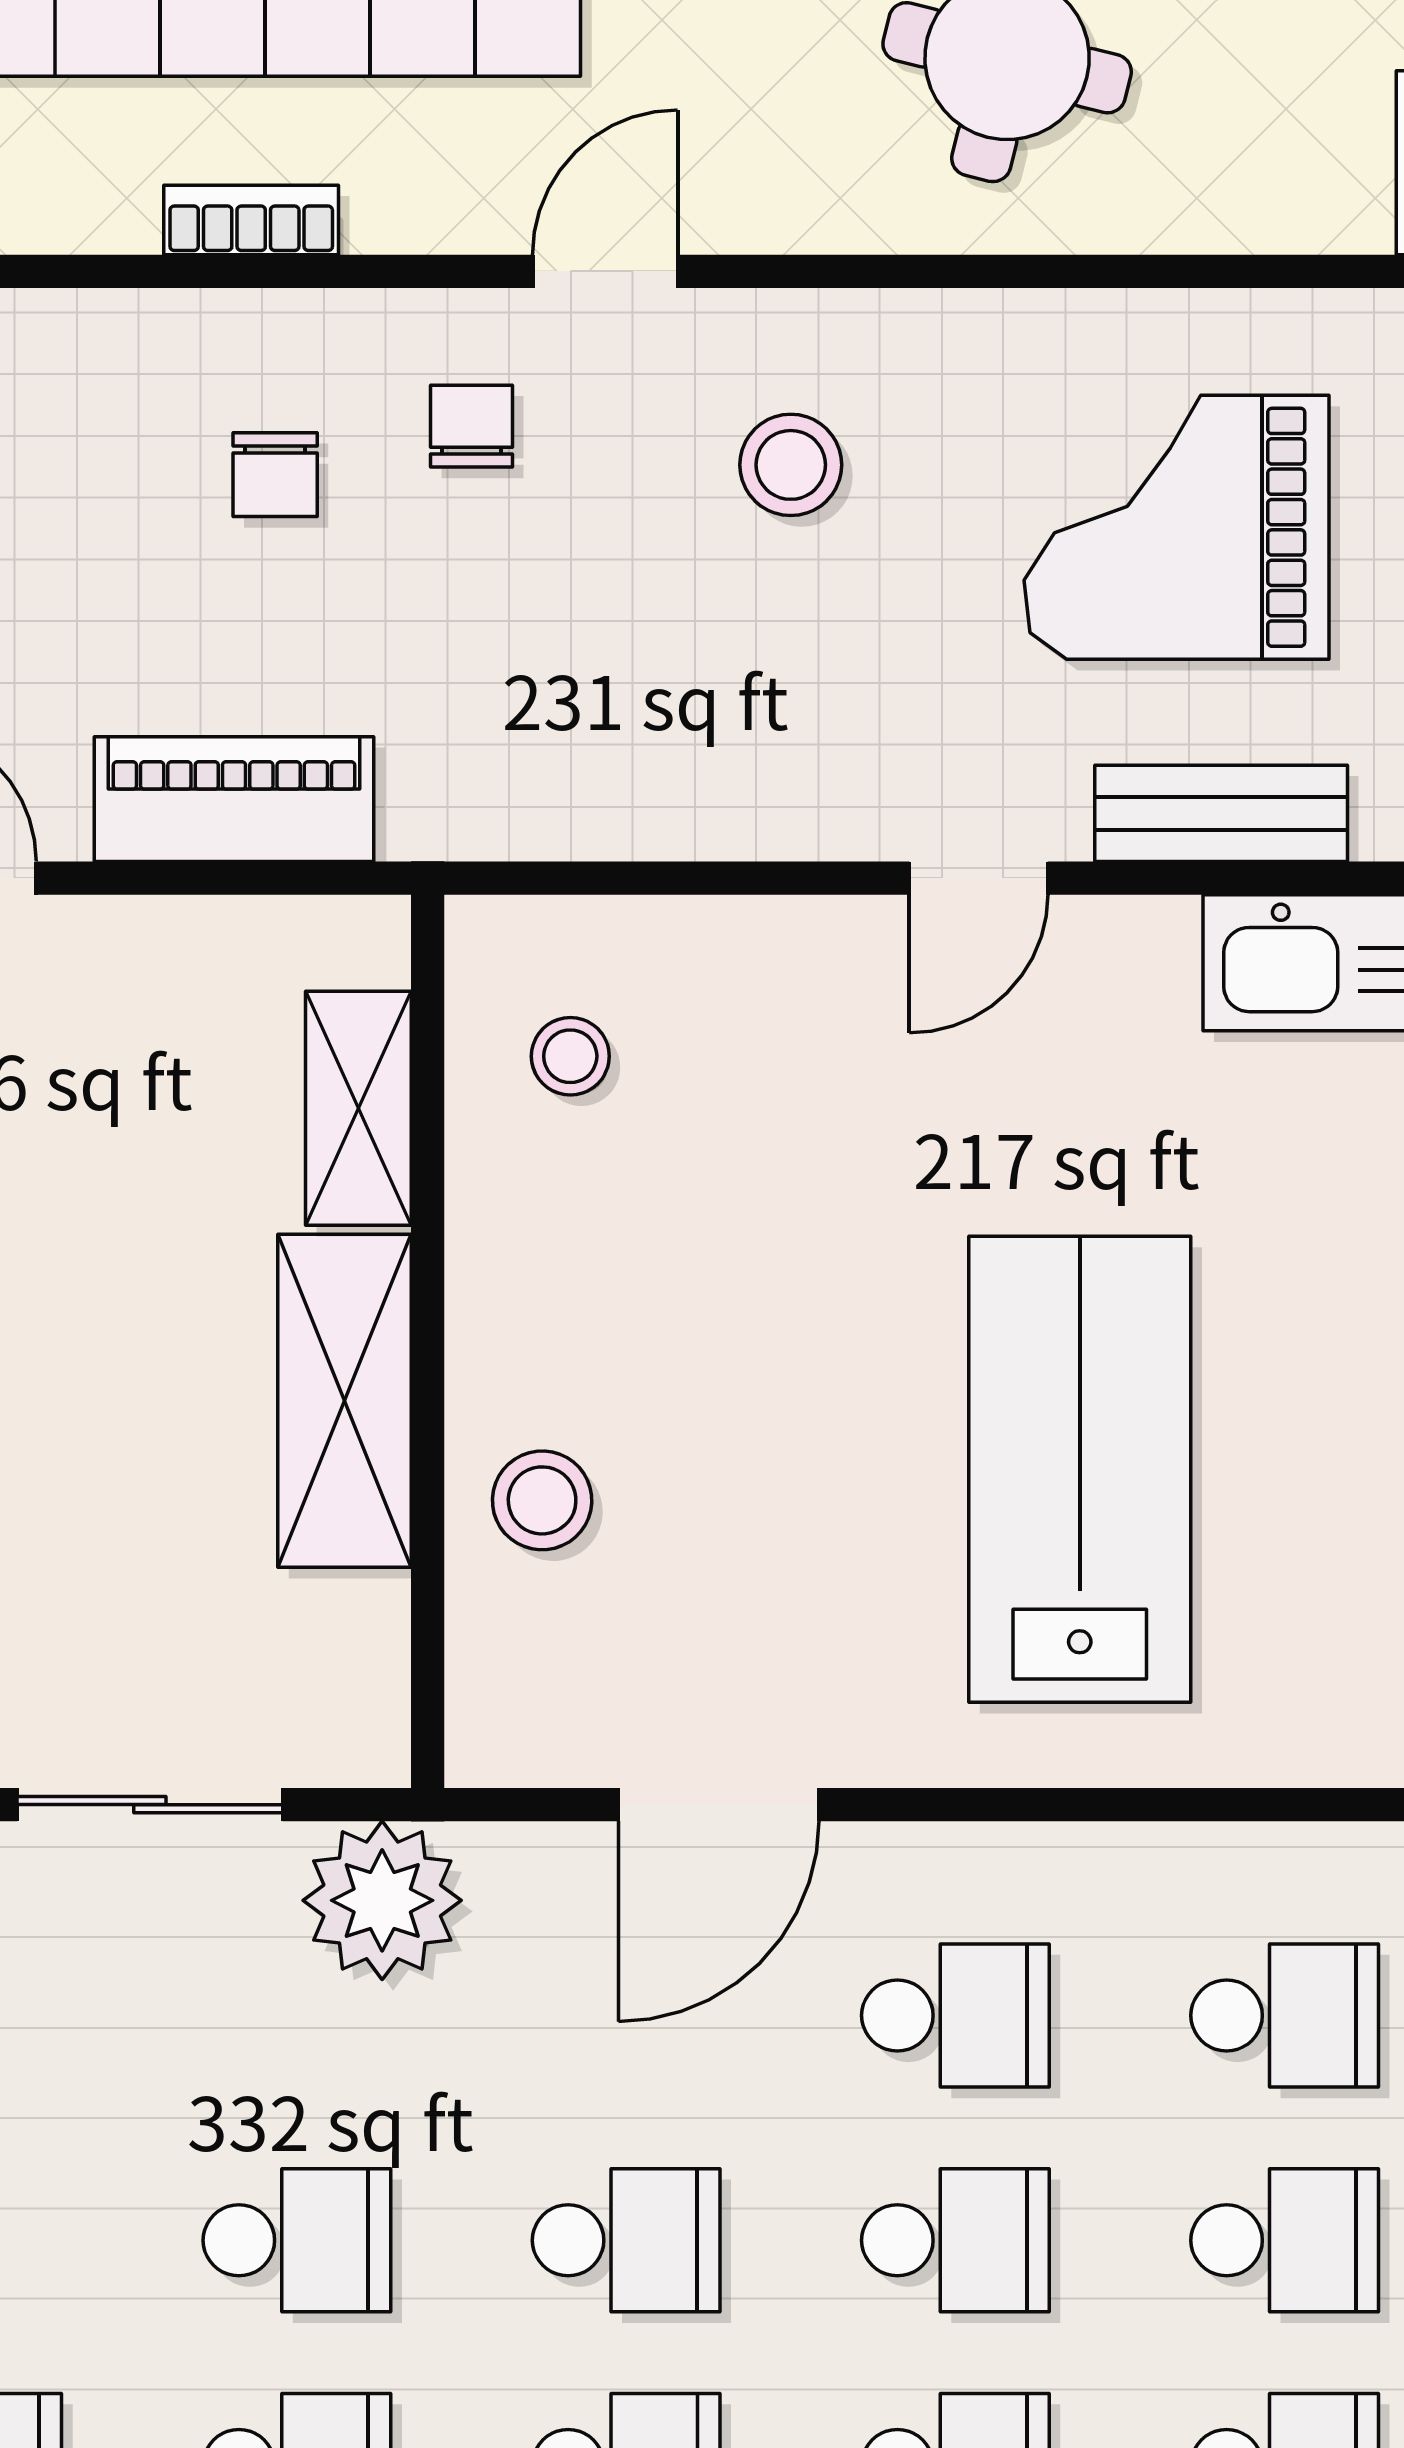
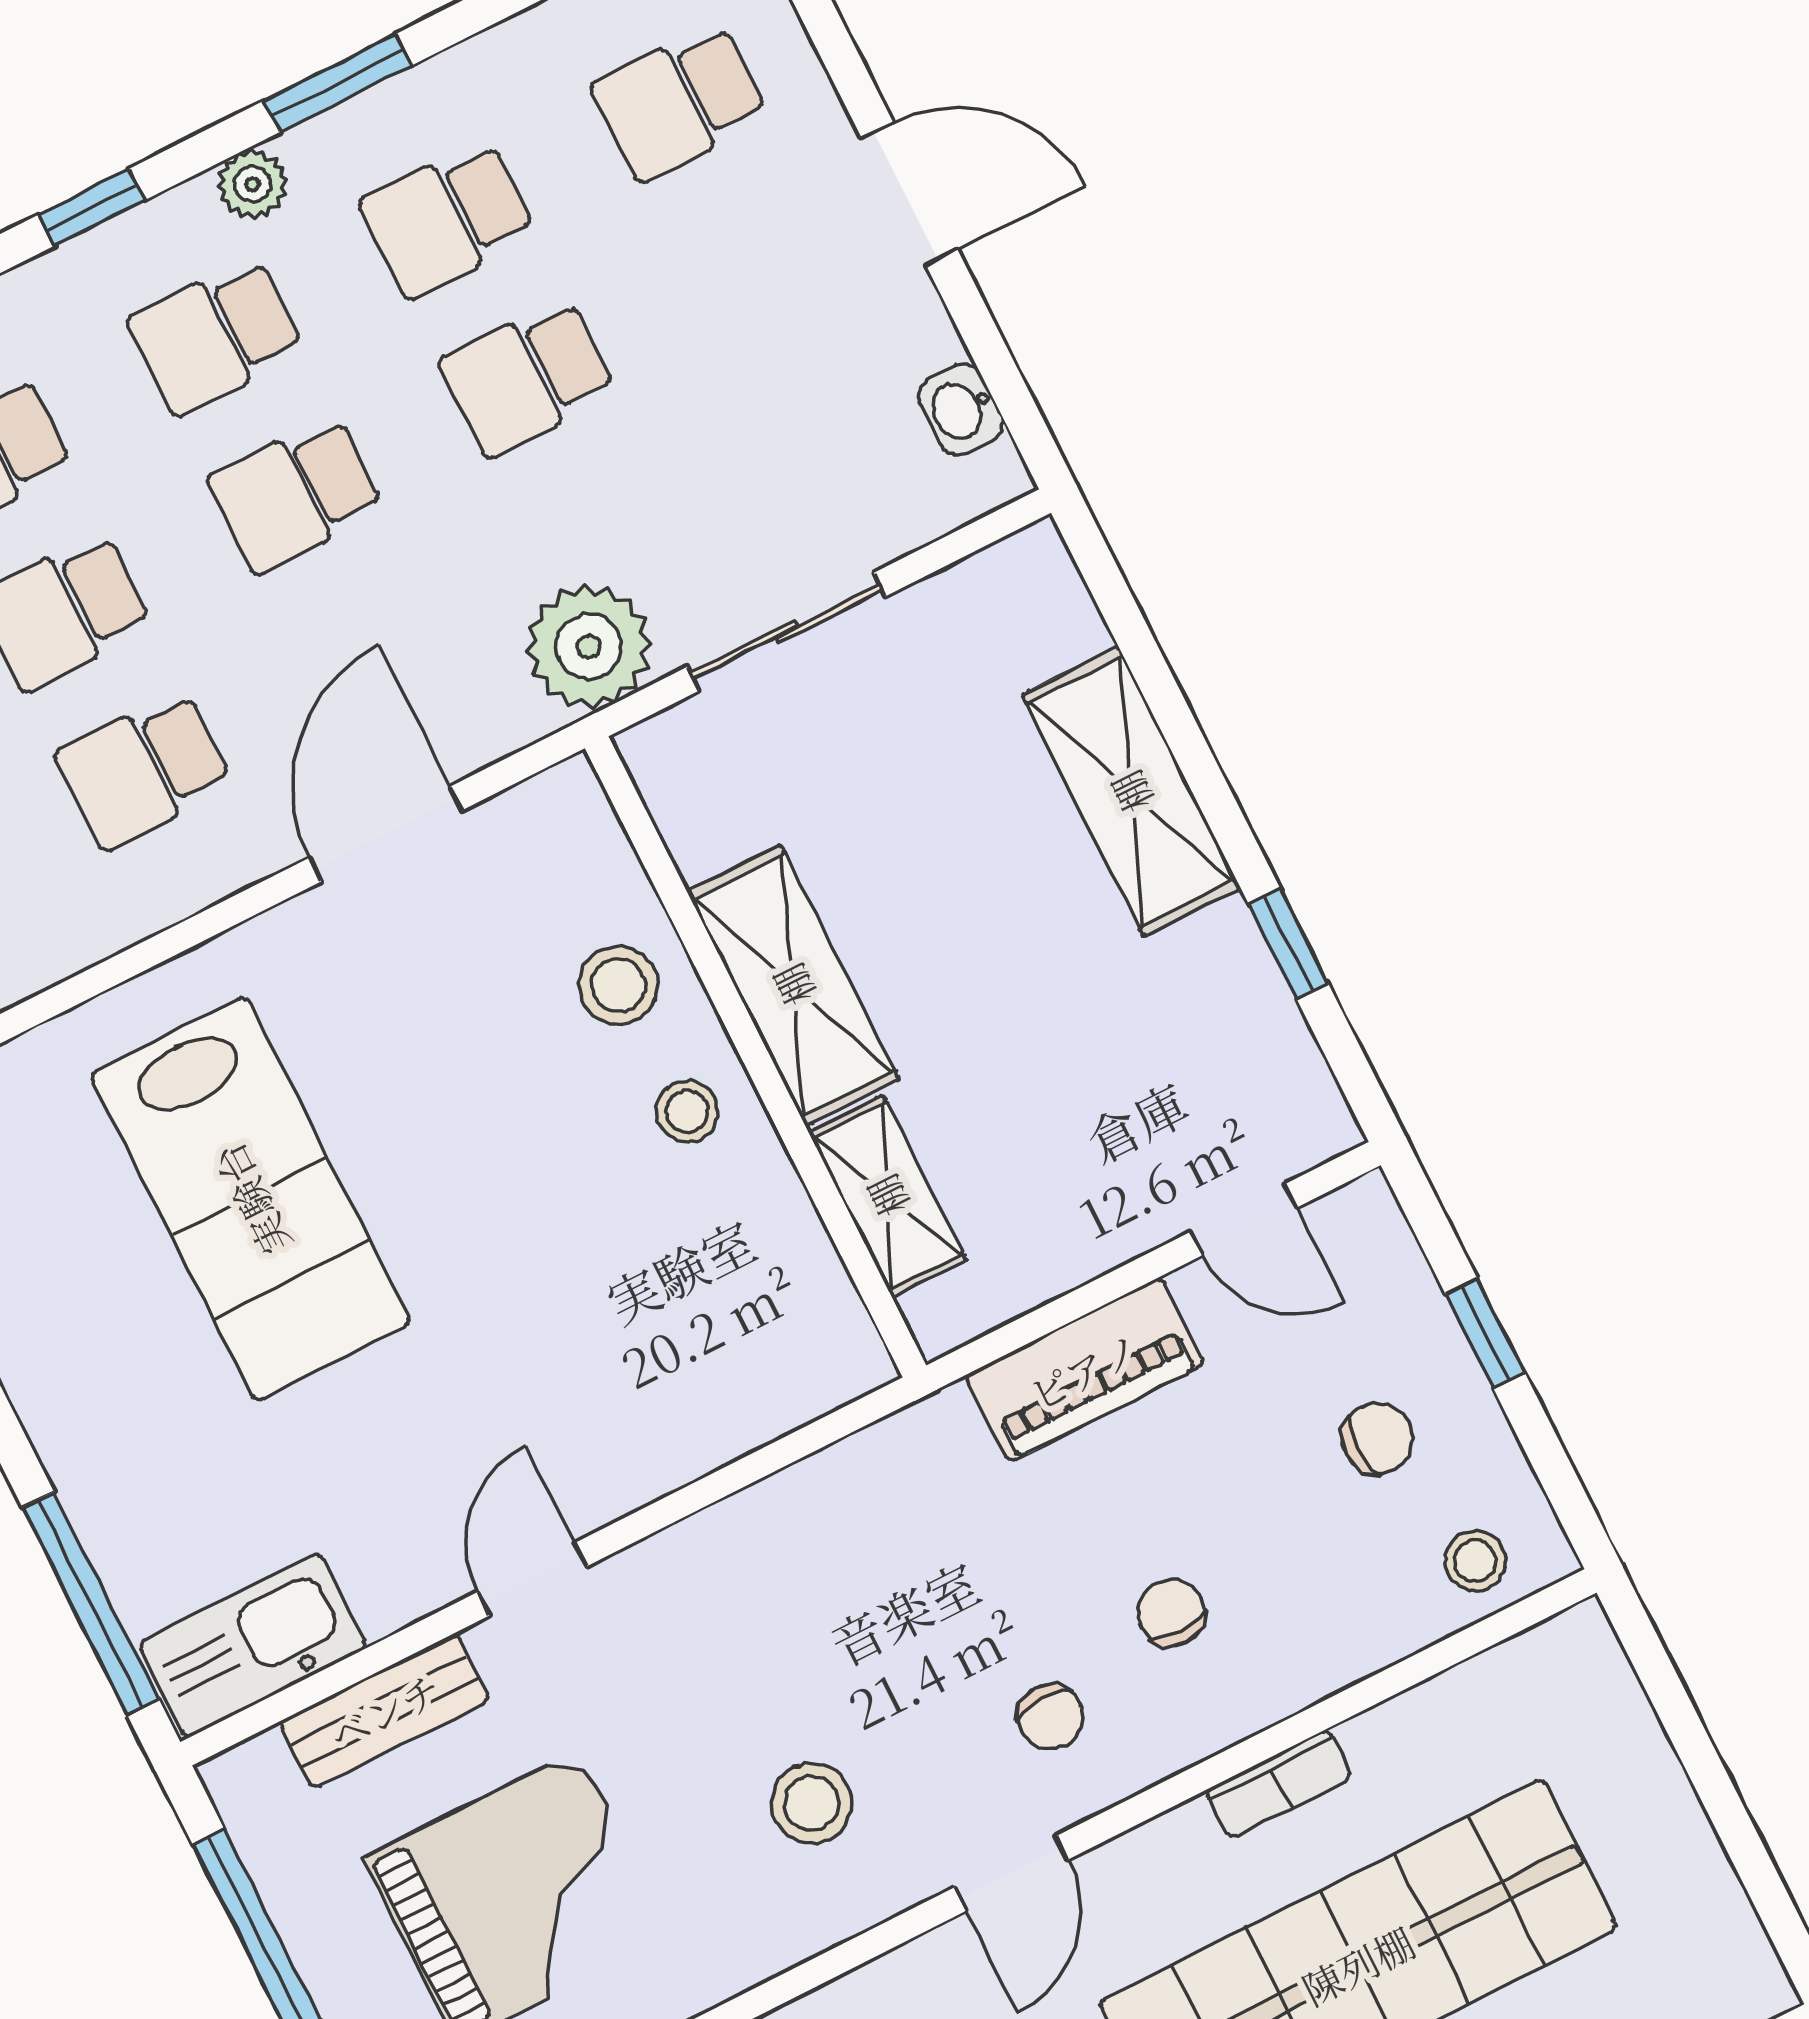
stool: (570, 1056) -> (687, 1111), moved

